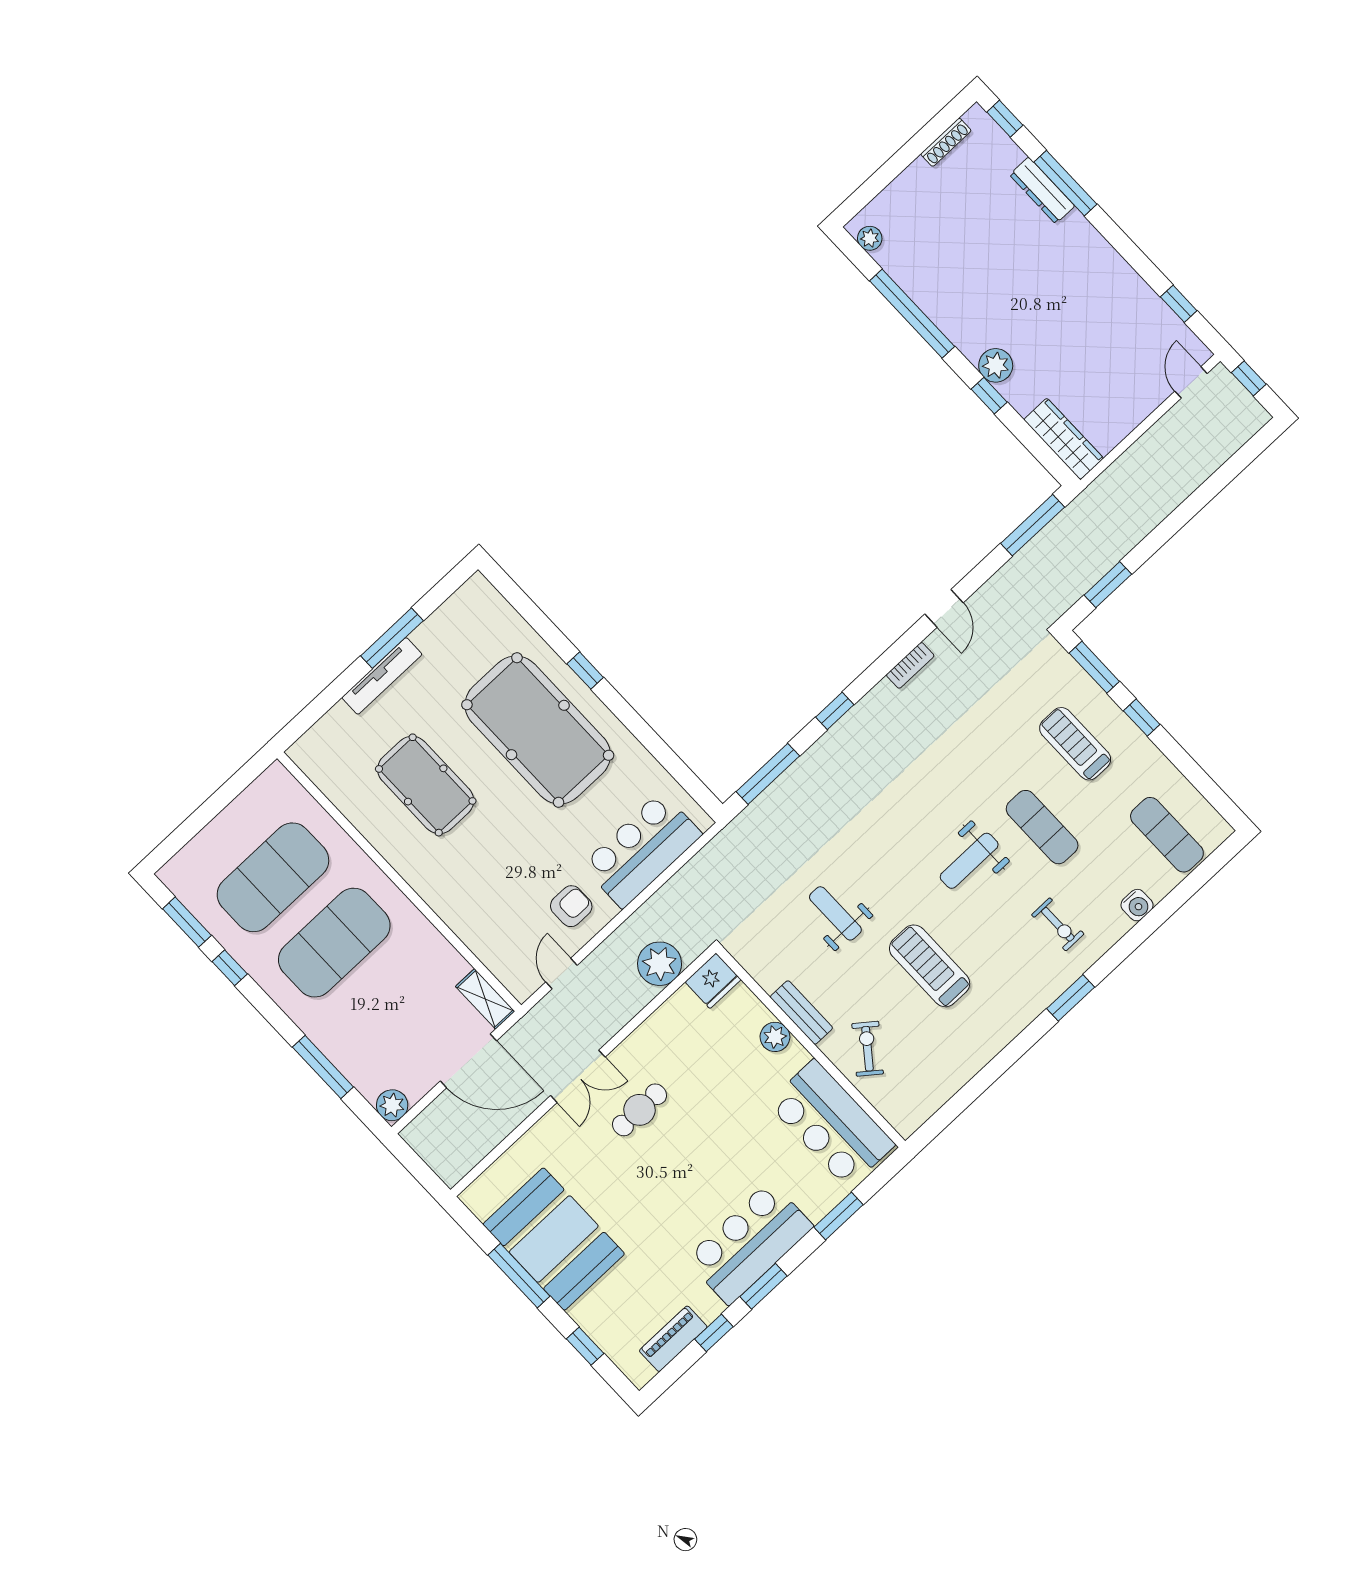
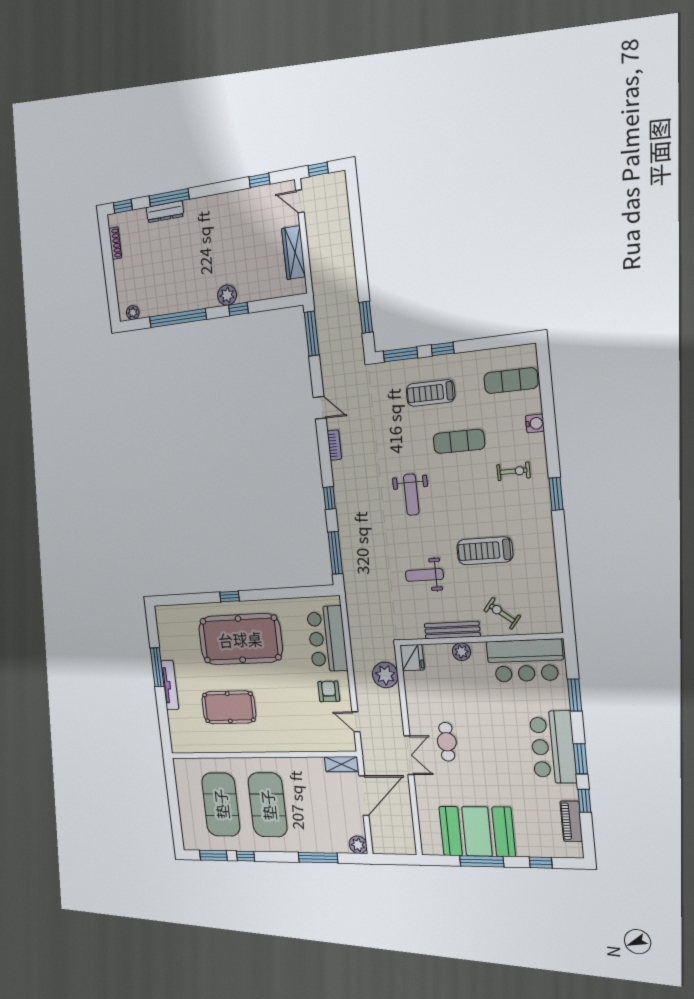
wardrobe: (1064, 439) -> (294, 253), moved, turned -90
weight bench: (969, 861) -> (411, 495), moved
bench: (801, 1012) -> (452, 630), width x1.36

